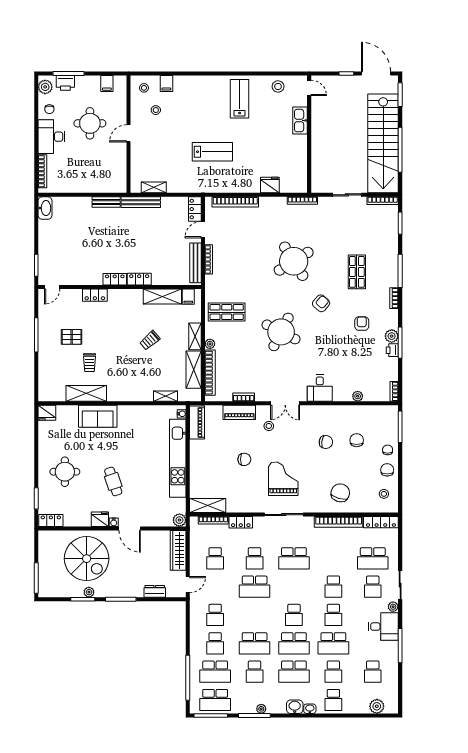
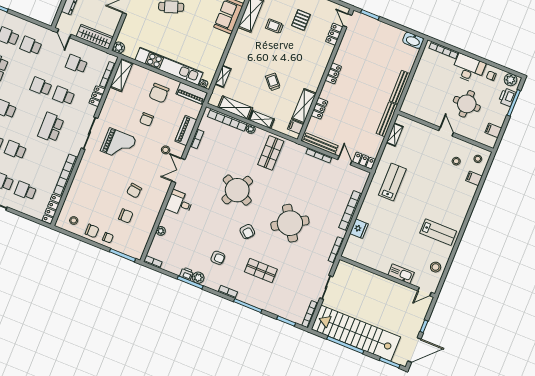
lab bench: (212, 152) -> (392, 182), moved, turned 180
bench: (106, 202) -> (400, 87), width x1.36
bookcase: (235, 202) -> (350, 211), moved
locker: (139, 279) -> (319, 108), moved
locker: (95, 295) -> (334, 34), moved
chair: (340, 493) -> (159, 93), moved, turned 74
school desk: (373, 558) -> (25, 191), width x0.54
school desk: (255, 587) -> (41, 86), width x0.54

